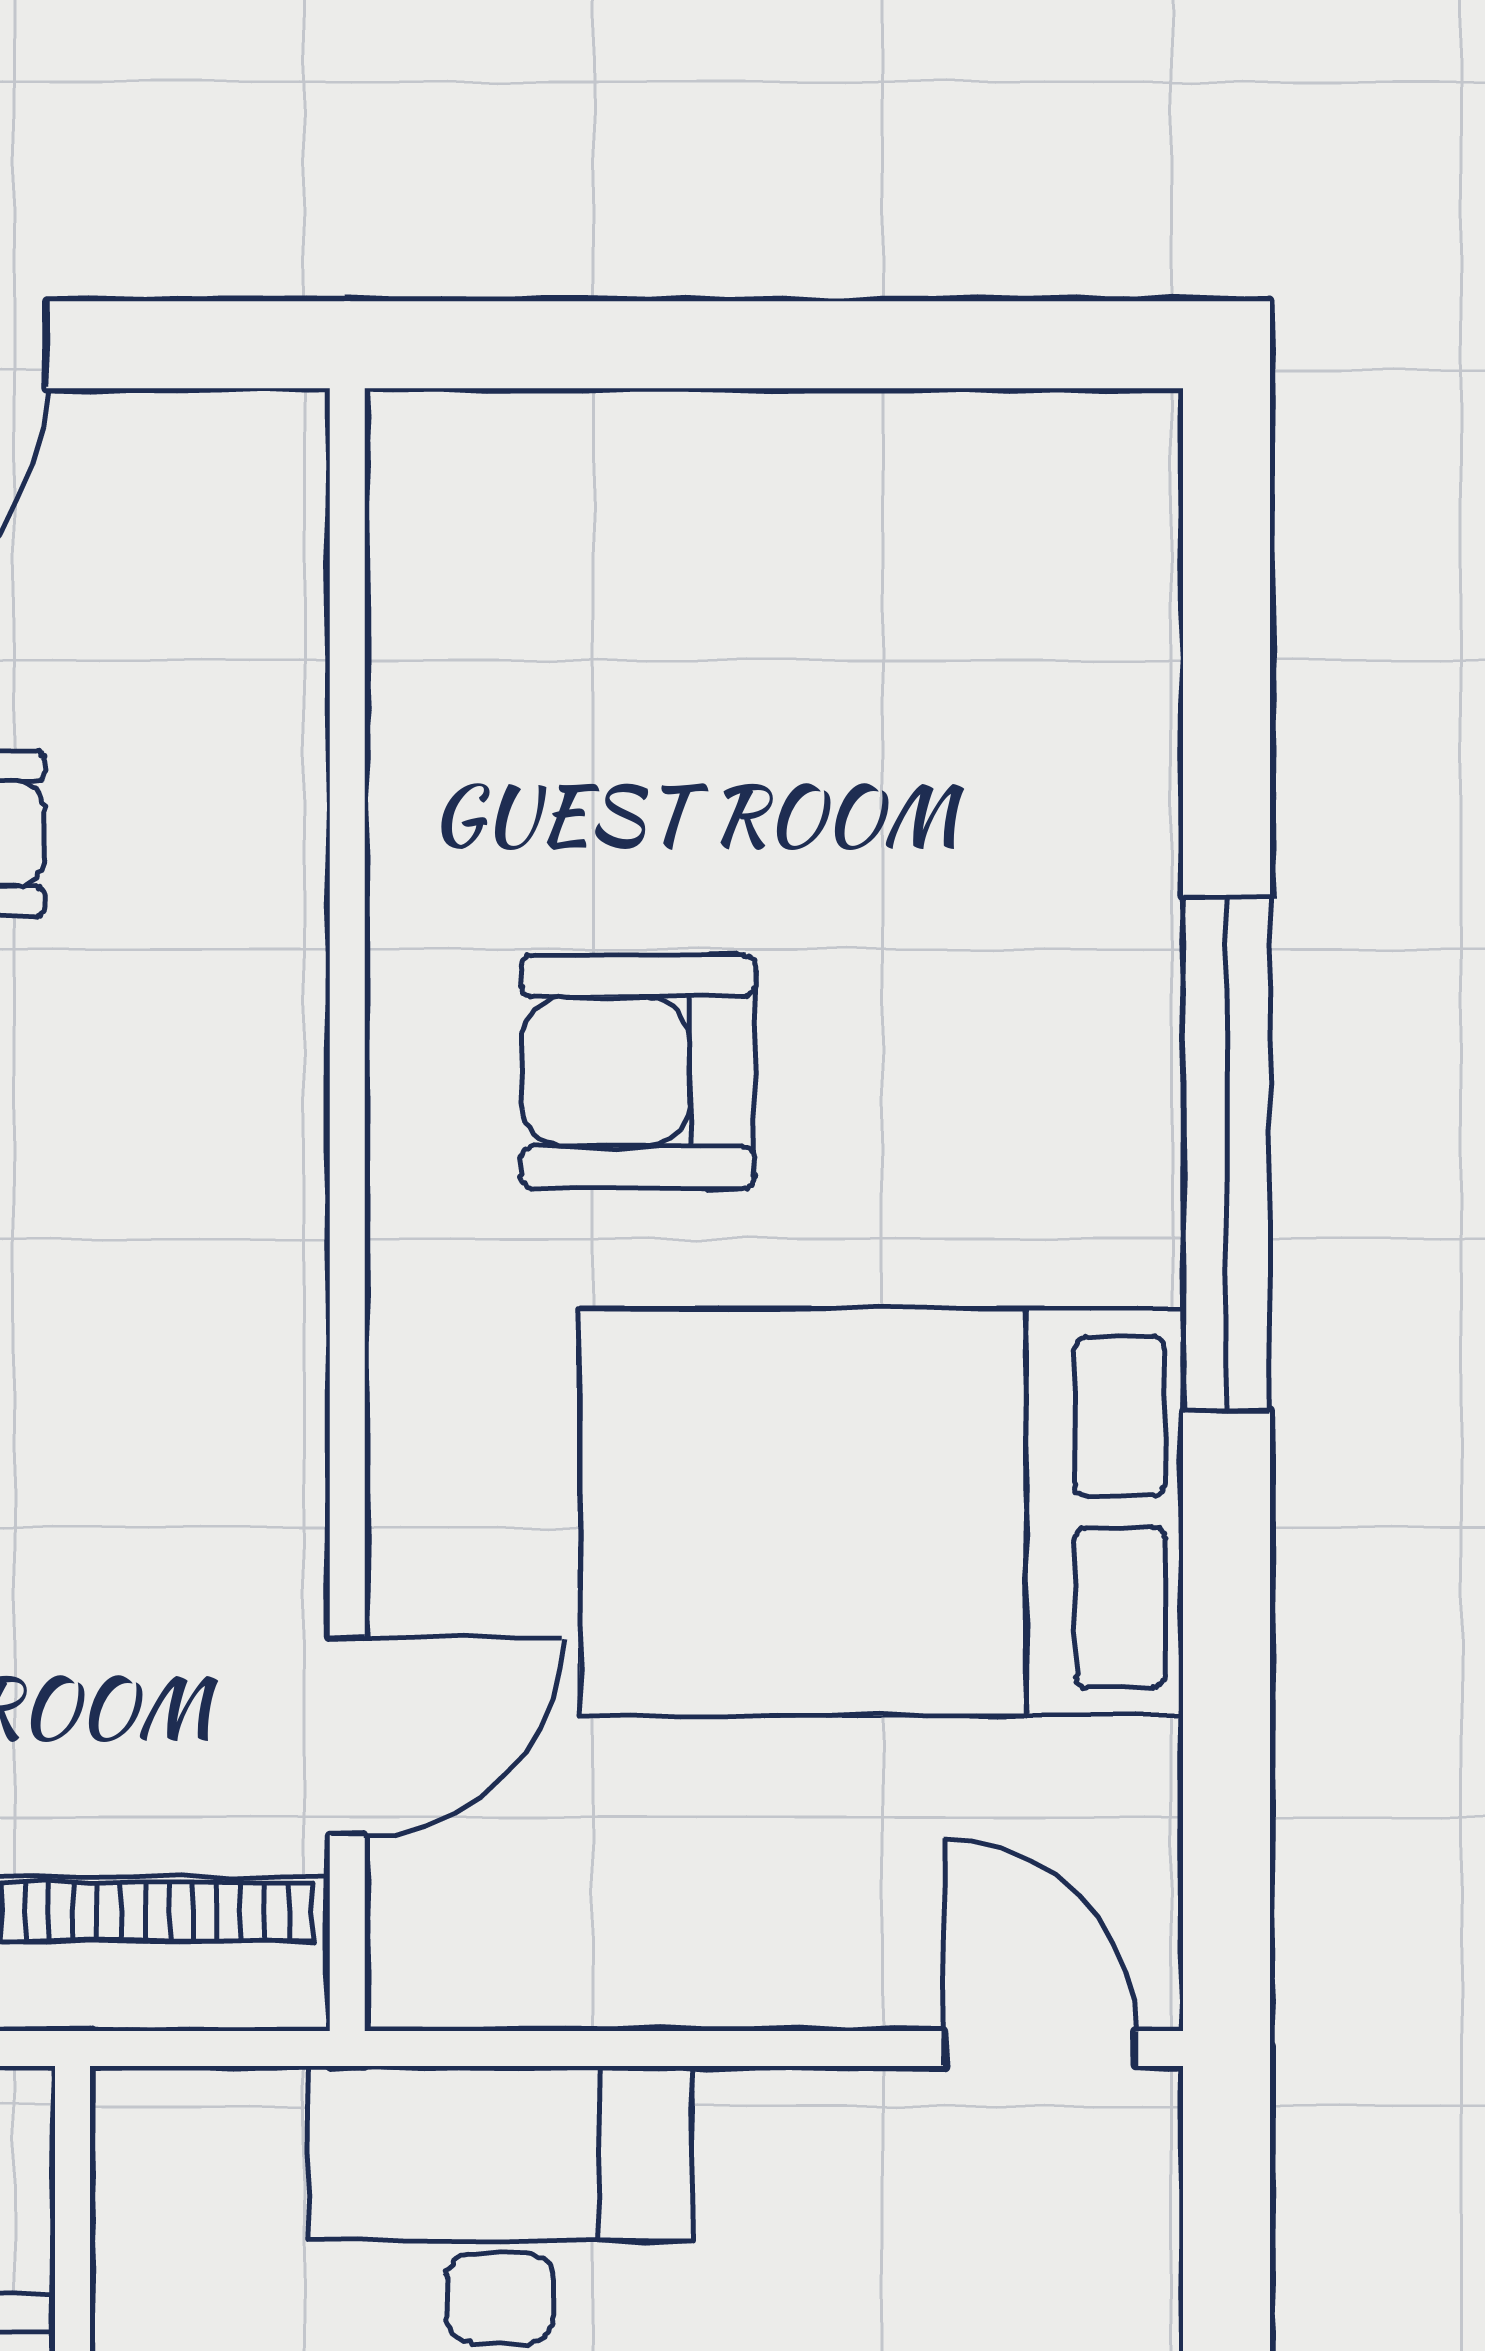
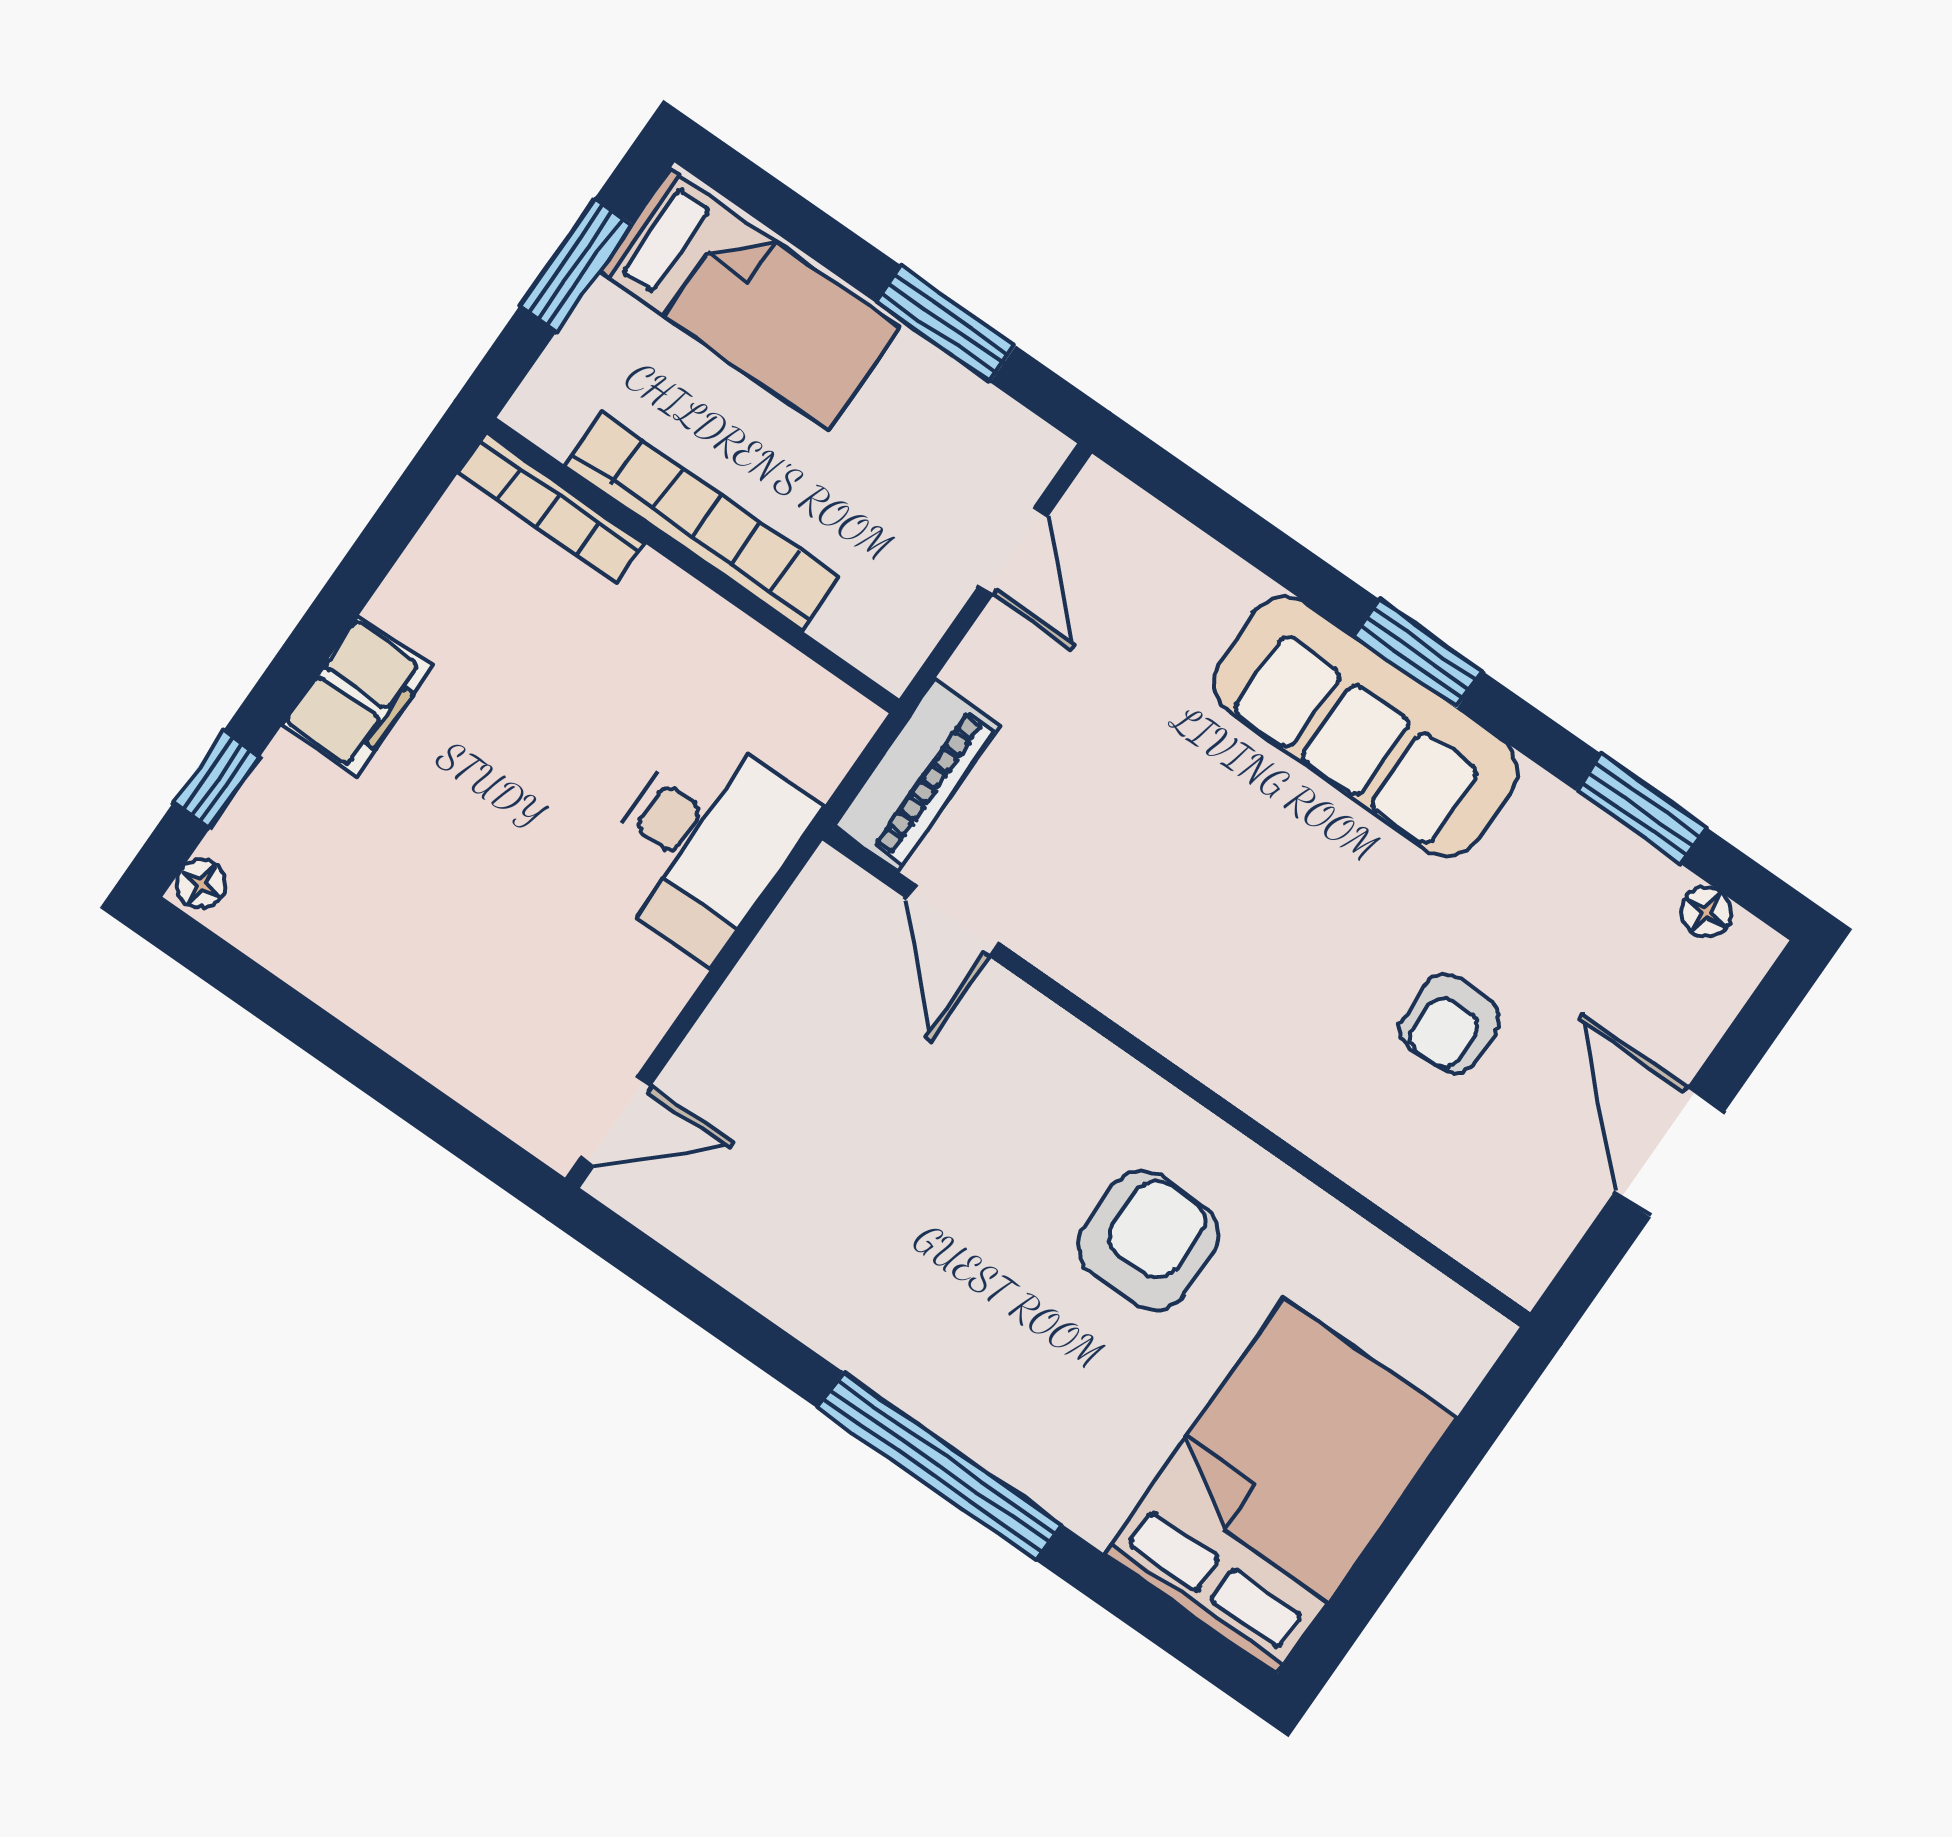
bed: (882, 1512) -> (1280, 1486), moved

